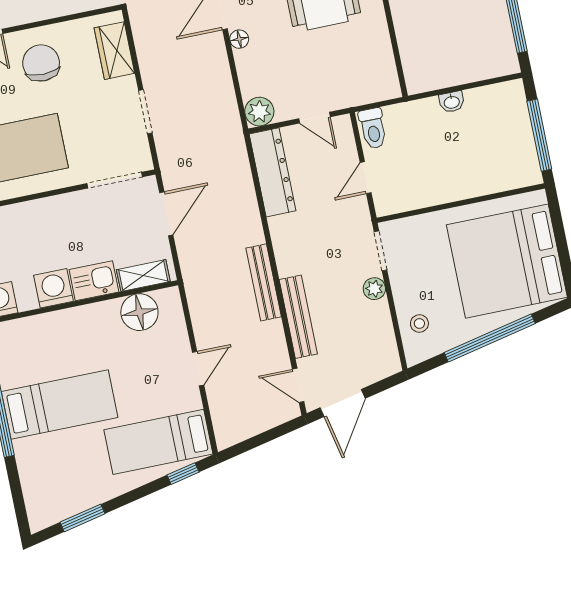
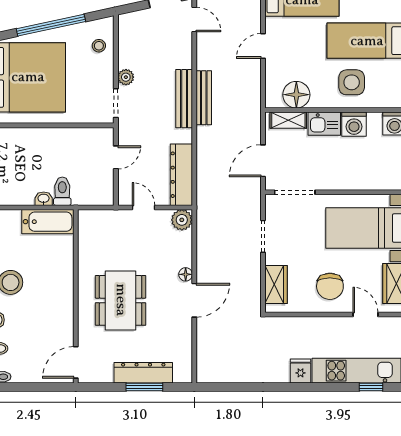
bathtub: (440, 72) -> (48, 222), added
toilet: (373, 128) -> (62, 191), moved
bench: (298, 317) -> (184, 99), moved
side table: (68, 344) -> (352, 82), added

